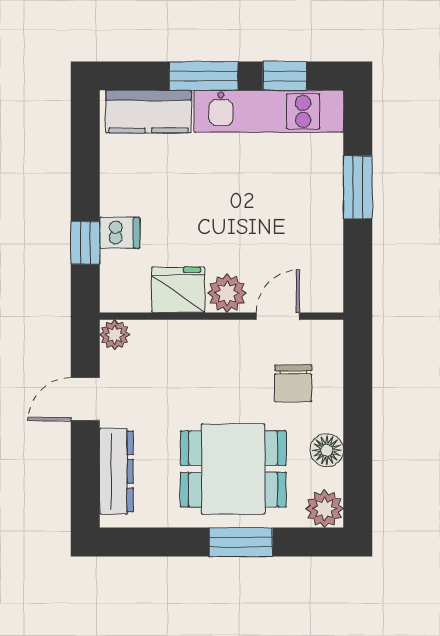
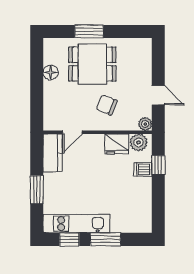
kitchen counter: (148, 112) -> (53, 153), moved, turned 90
plant: (227, 293) -> (139, 142), moved
chair: (293, 383) -> (107, 105), moved, turned -67
door: (85, 399) -> (158, 95), hinge flipped
dresser: (116, 471) -> (144, 63), removed
plant: (324, 509) -> (52, 46), removed

